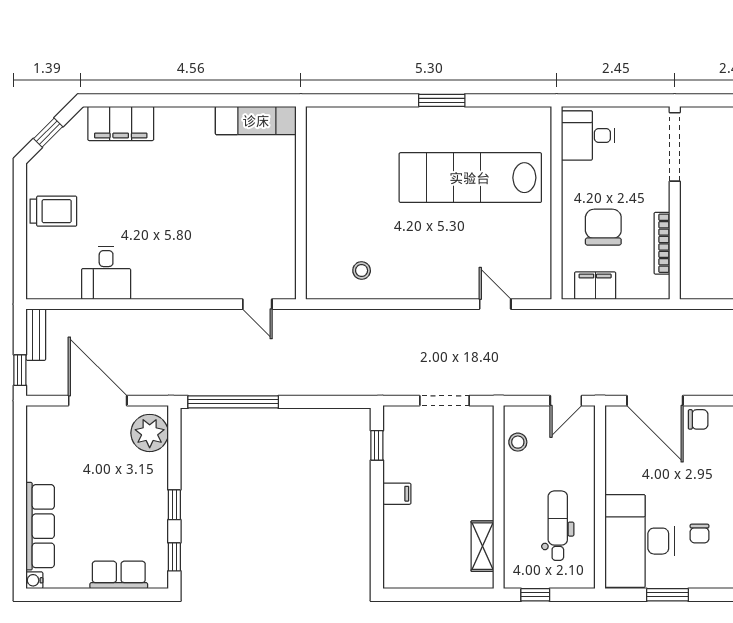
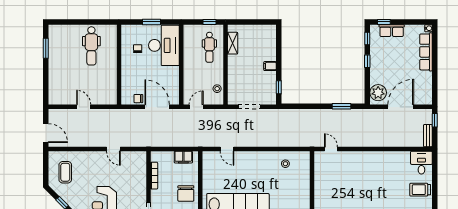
chair: (603, 227) -> (186, 193), moved
desk: (106, 273) -> (421, 163), moved
door: (98, 401) -> (401, 107), swing flipped
window: (233, 402) -> (342, 106), width x0.47
dental chair: (558, 526) -> (209, 47), moved
window: (137, 595) -> (384, 22), added

